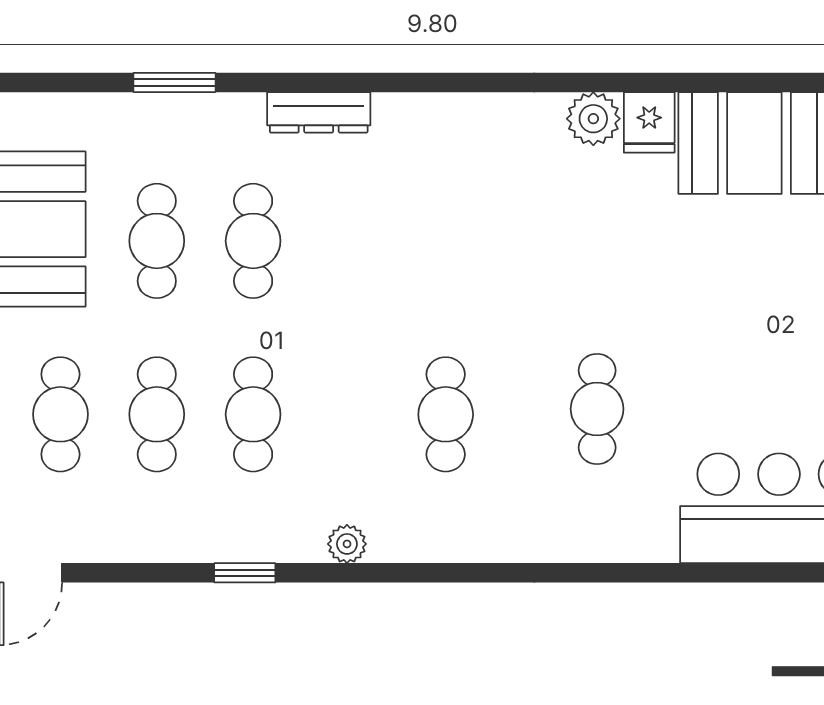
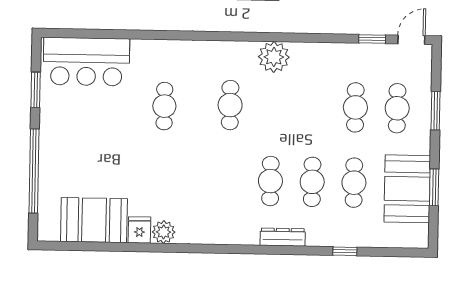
window: (174, 82) -> (345, 251), width x0.67
cafe table: (253, 414) -> (270, 181), moved
plant: (347, 544) -> (274, 57), width x1.87, depth x1.87
window: (245, 573) -> (372, 39), moved

